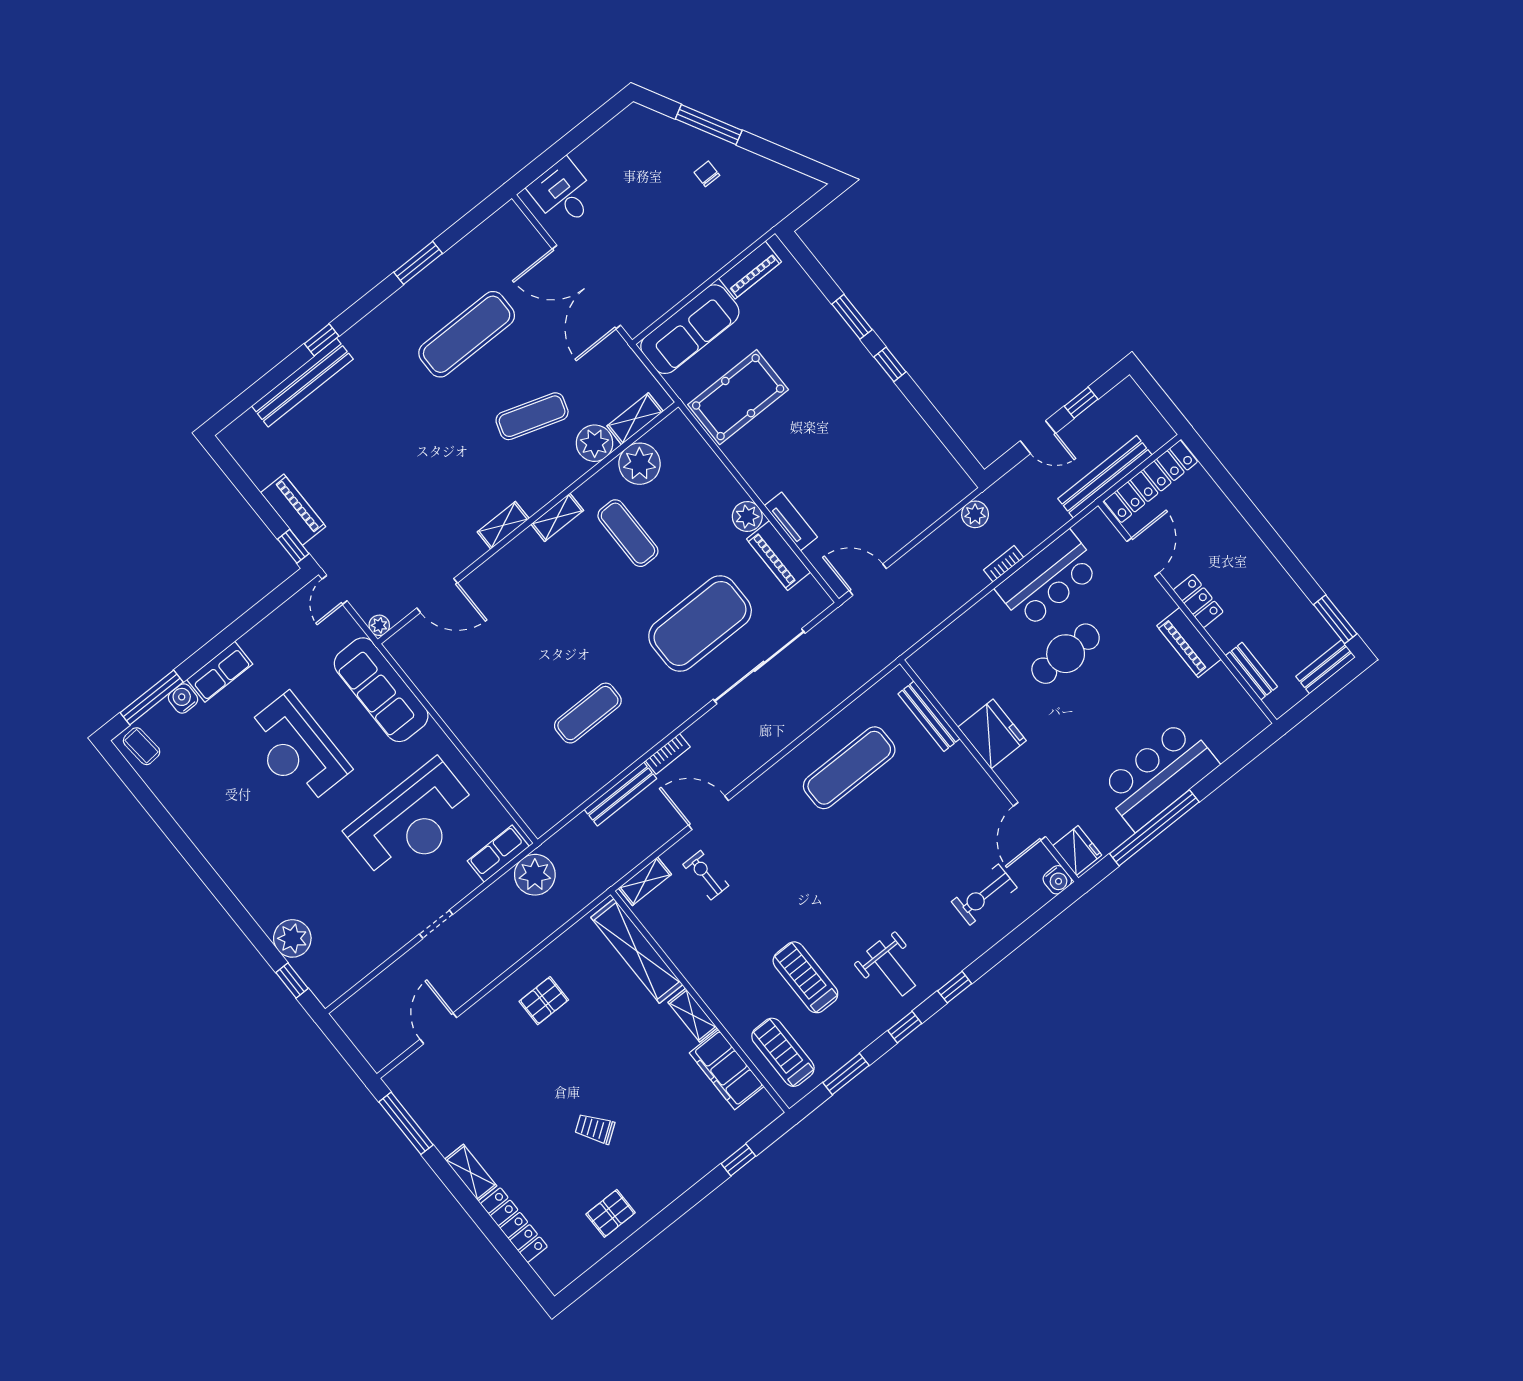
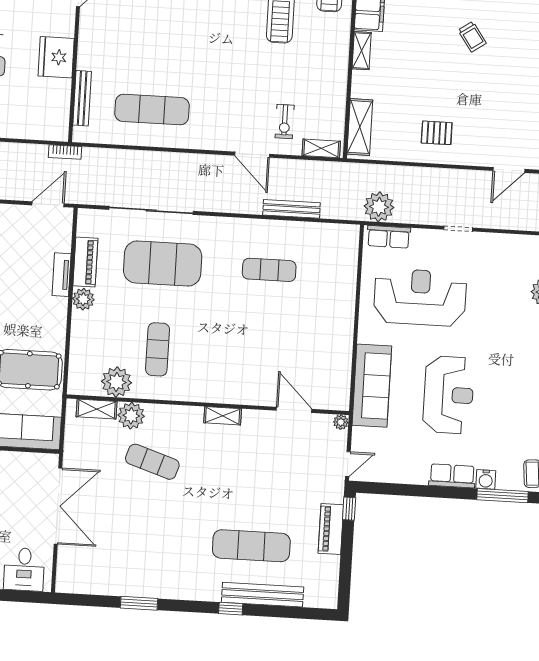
exercise mat: (467, 334) -> (251, 546), moved
shelving: (557, 517) -> (189, 393), removed
door: (868, 580) -> (48, 204), swing flipped
bookcase: (668, 754) -> (65, 152), moved, turned 180
shelving: (637, 951) -> (360, 127), width x0.68

